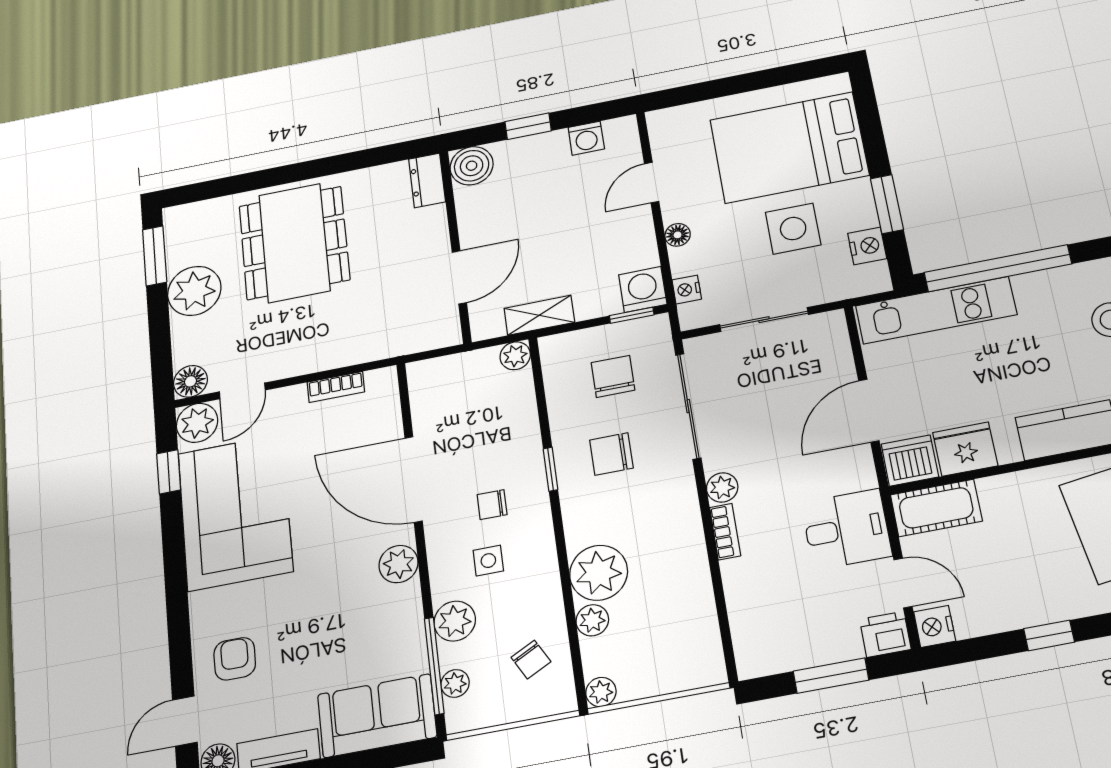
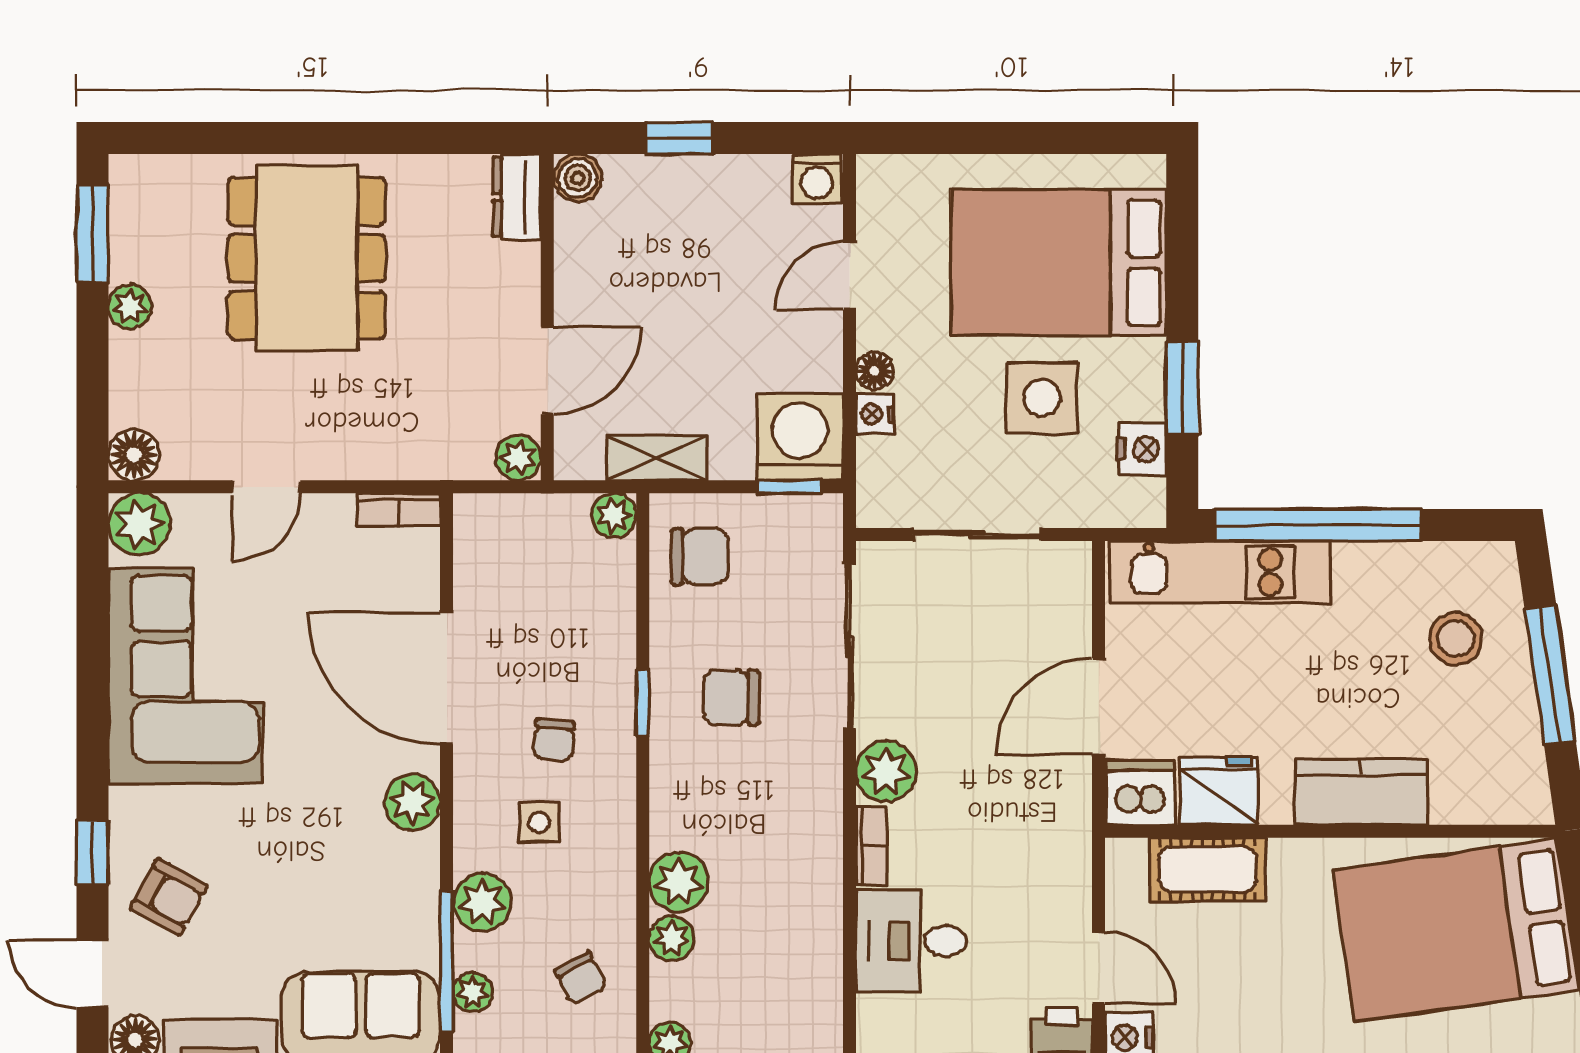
washing machine: (586, 138) -> (817, 179), moved
boiler: (472, 166) -> (578, 178), width x0.73, depth x0.73
washing machine: (643, 289) -> (800, 437), width x1.37, depth x1.37
nightstand: (687, 289) -> (875, 414), moved
plant: (194, 291) -> (130, 306), width x0.53, depth x0.53
plant: (446, 333) -> (518, 458), added
chair: (613, 376) -> (700, 556), moved, turned 90
bookcase: (336, 387) -> (399, 510), moved
door: (242, 391) -> (266, 487), moved
window: (169, 472) -> (92, 852), moved
plant: (722, 487) -> (886, 771), width x1.38, depth x1.38
chair: (492, 505) -> (554, 740), turned -85
cot: (936, 508) -> (1207, 869), moved
desk: (847, 529) -> (911, 941), moved, turned 180
plant: (599, 573) -> (679, 882), width x0.73, depth x0.73
armchair: (235, 659) -> (169, 897), turned 119
door: (185, 721) -> (92, 974), hinge flipped

